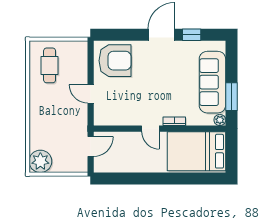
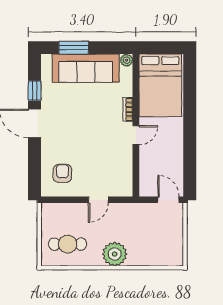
armchair: (115, 61) -> (62, 173), width x0.53, depth x0.53
window: (231, 97) -> (74, 48), moved
door: (91, 146) -> (169, 200), moved
plant: (40, 161) -> (115, 254), moved

